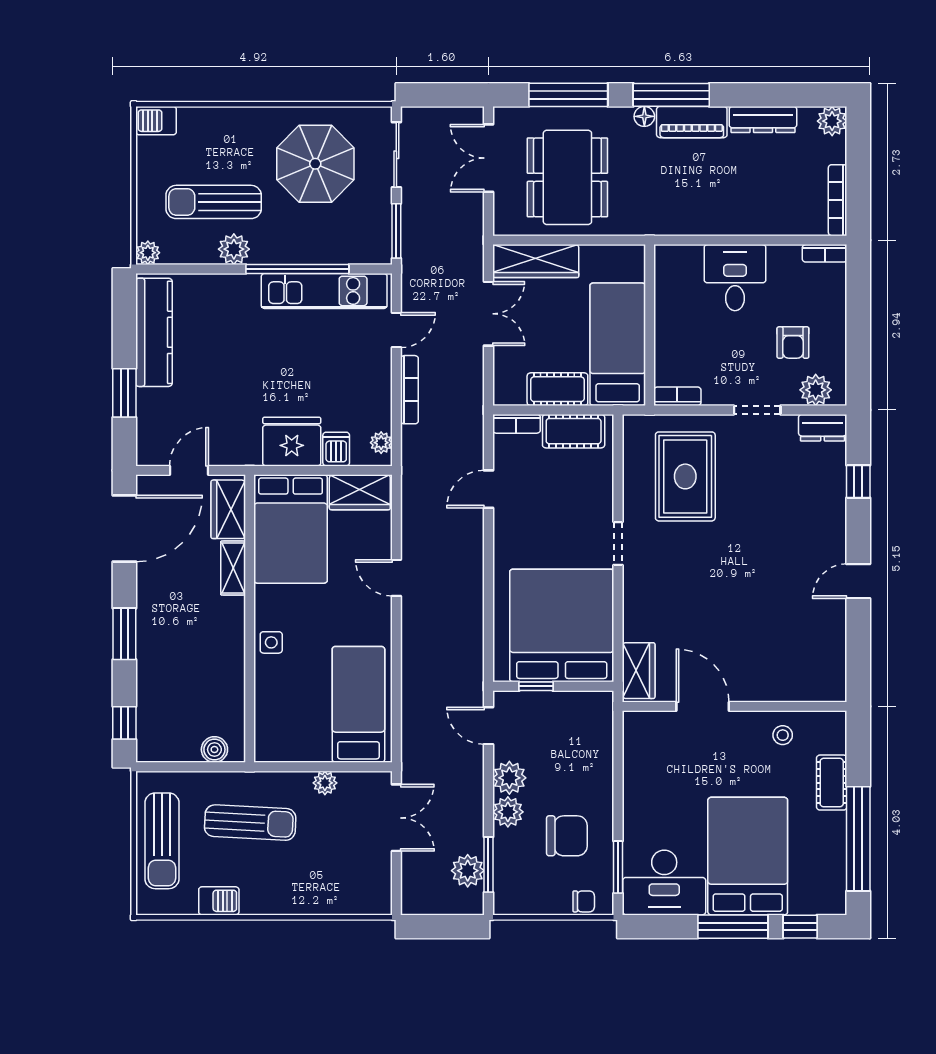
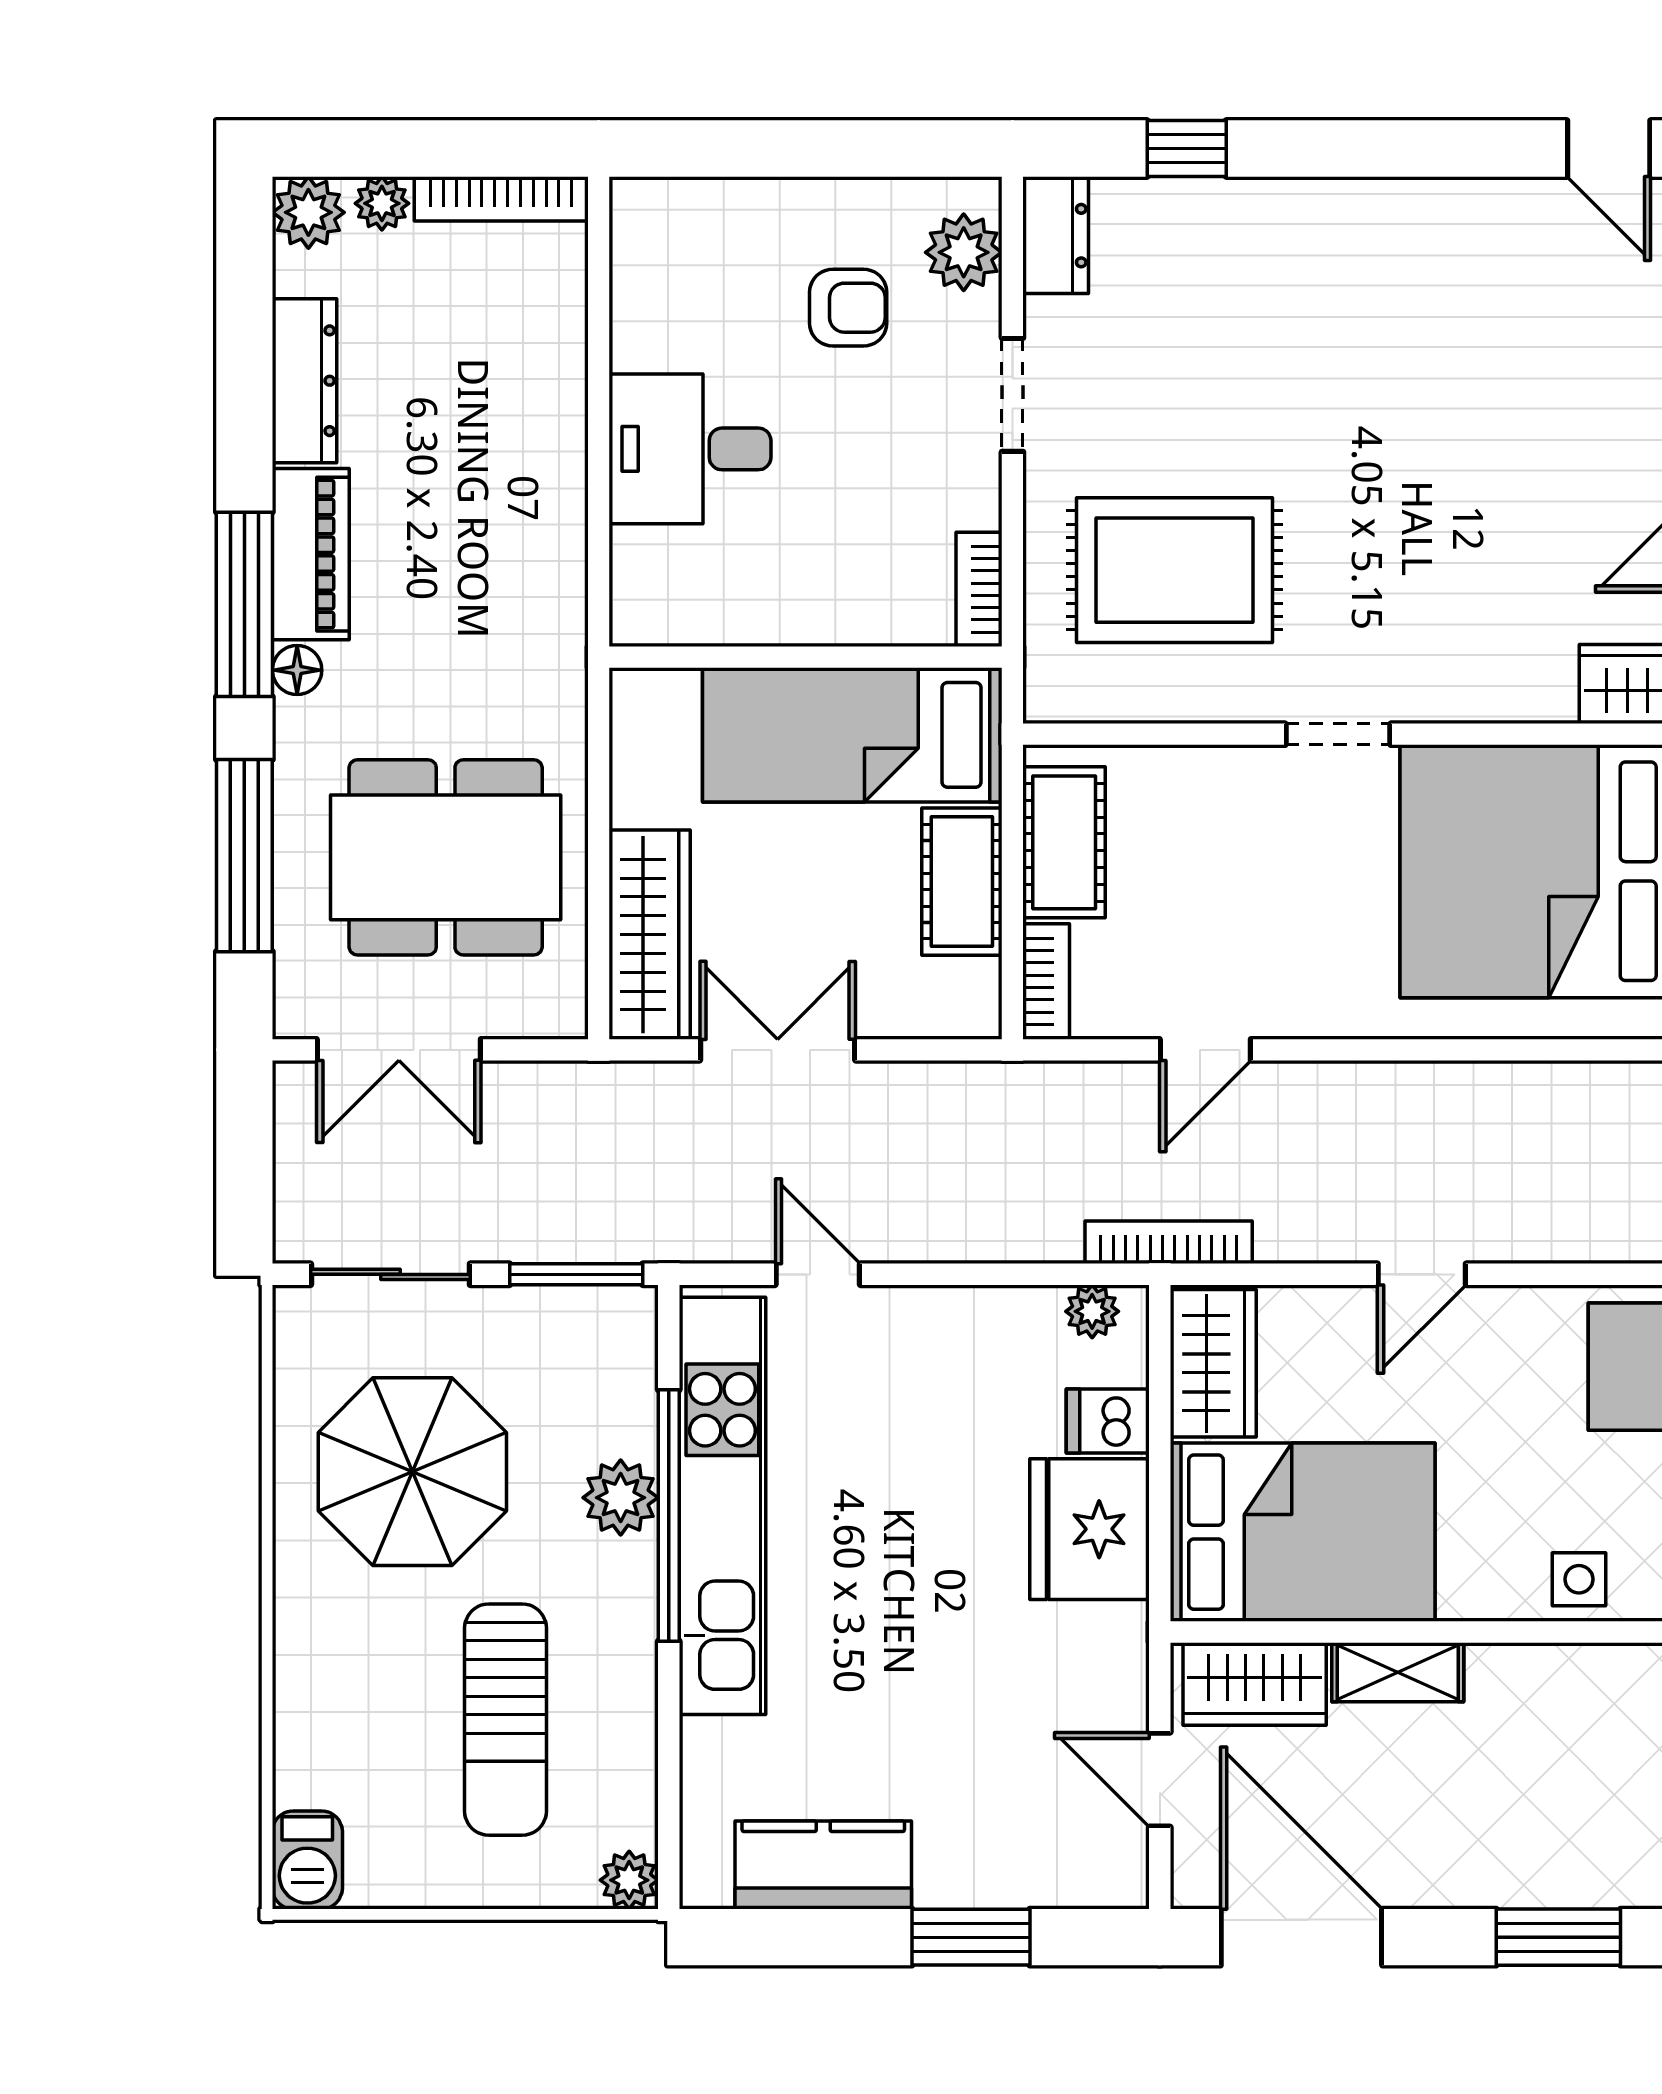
plant: (836, 151) -> (382, 203), added
plant: (234, 249) -> (621, 1498), moved
bookcase: (825, 253) -> (631, 231), removed
kitchen unit: (324, 291) -> (722, 1506), width x1.36
kitchen counter: (154, 332) -> (823, 1865), width x0.67
bookcase: (409, 390) -> (1169, 1242), moved
door: (488, 489) -> (1205, 1050), hinge flipped
door: (858, 581) -> (1609, 148), moved

